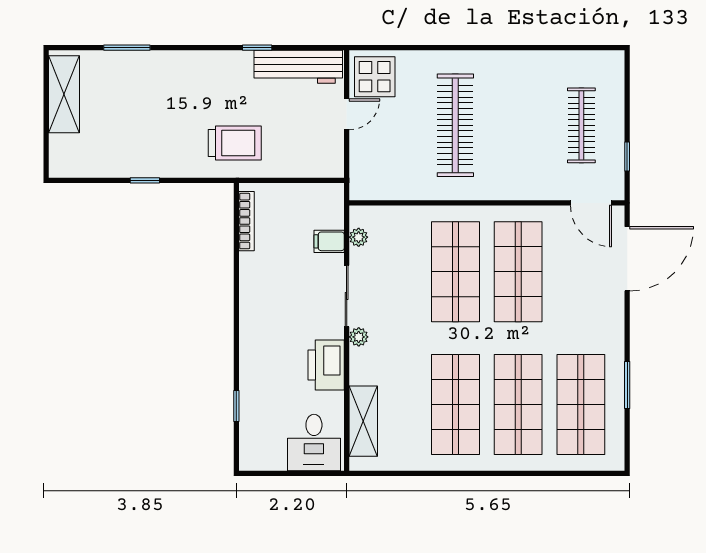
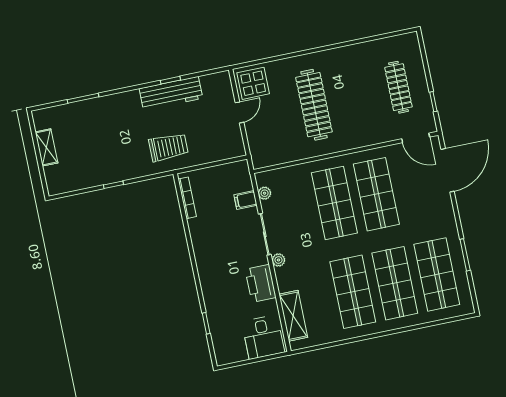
workbench: (298, 67) -> (171, 93), moved
shelving: (64, 94) -> (47, 147), width x0.67, depth x0.75

